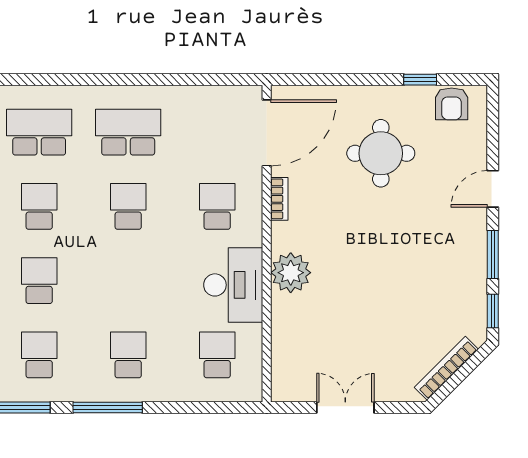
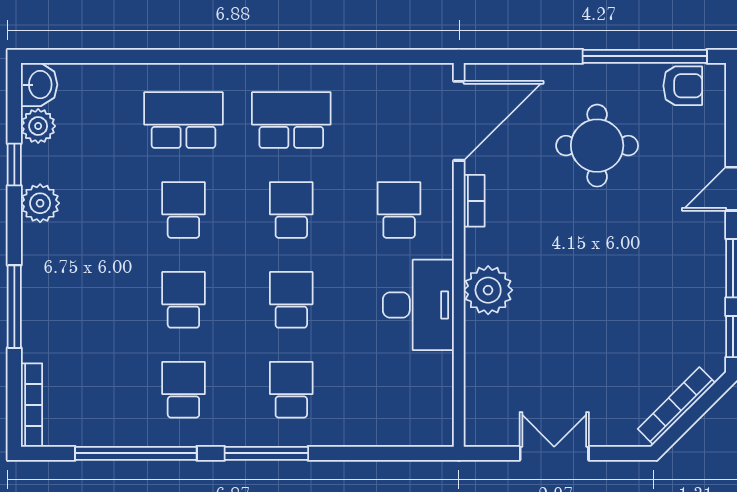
window: (420, 80) -> (645, 56), width x3.17
armchair: (452, 104) -> (683, 86), turned -90
school desk: (217, 355) -> (291, 300), moved

